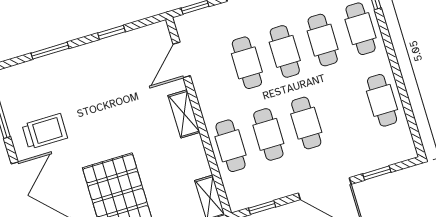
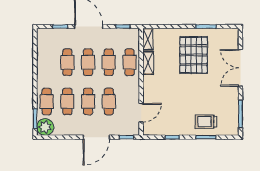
cafe table: (382, 100) -> (67, 62), moved
shelving: (184, 114) -> (148, 63), moved
trolley: (45, 131) -> (206, 122), moved

